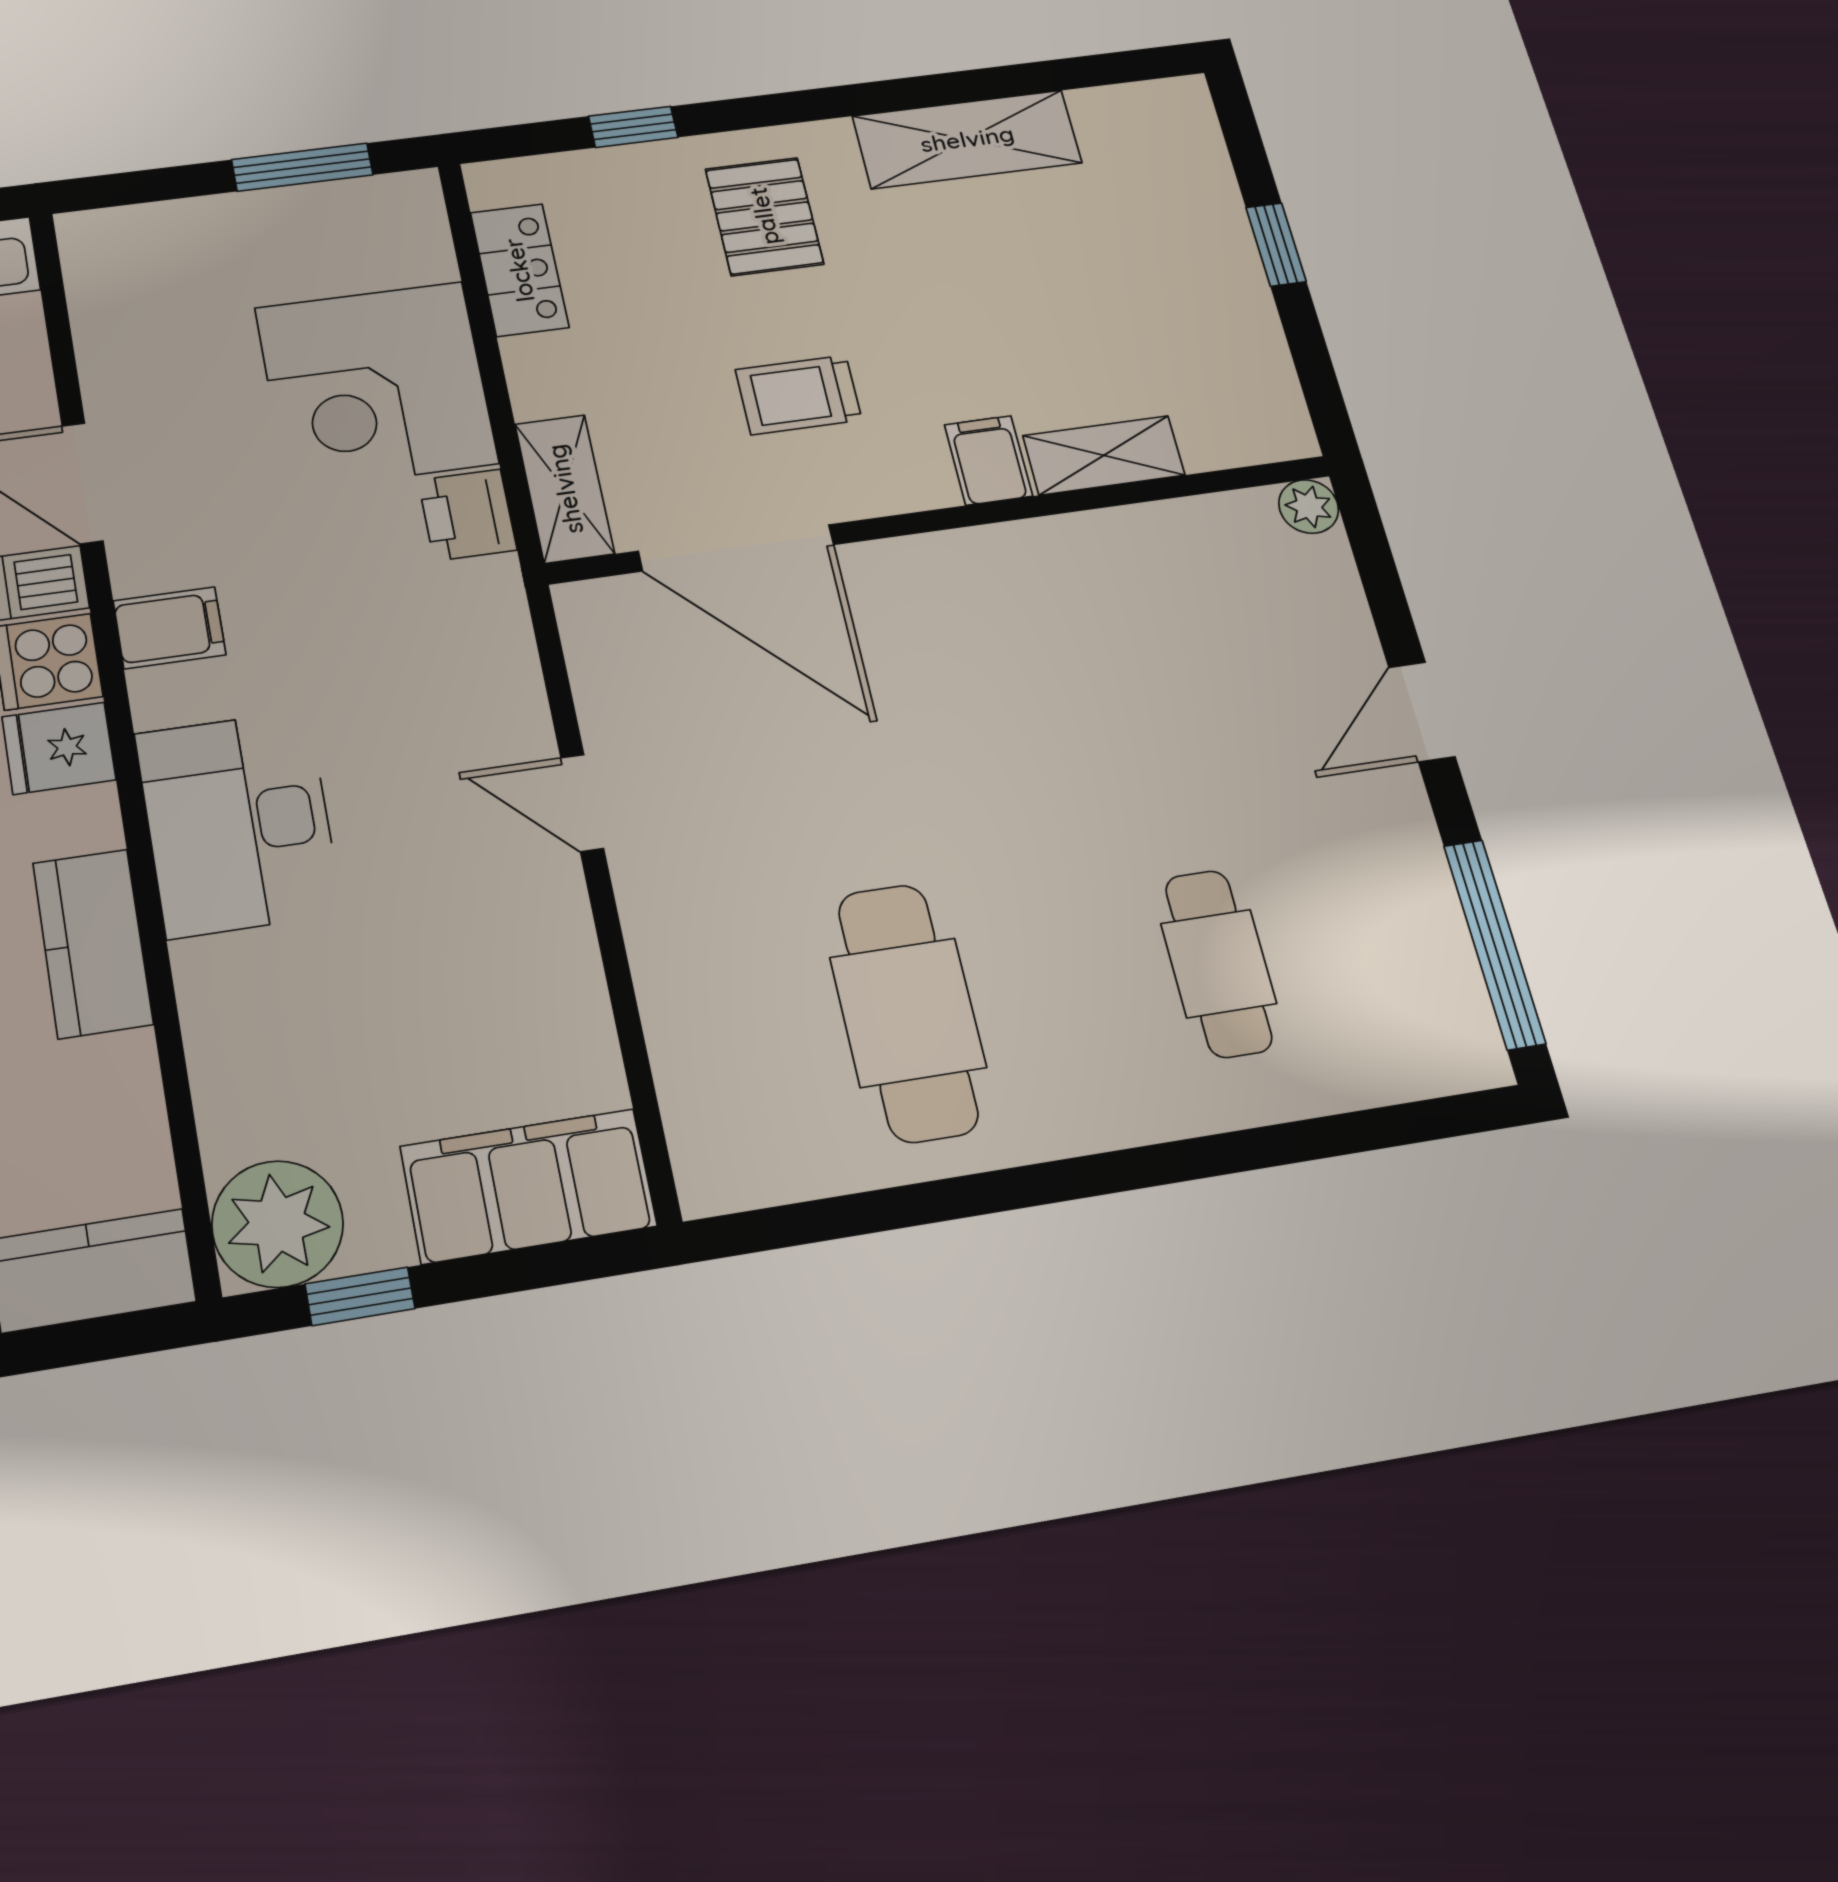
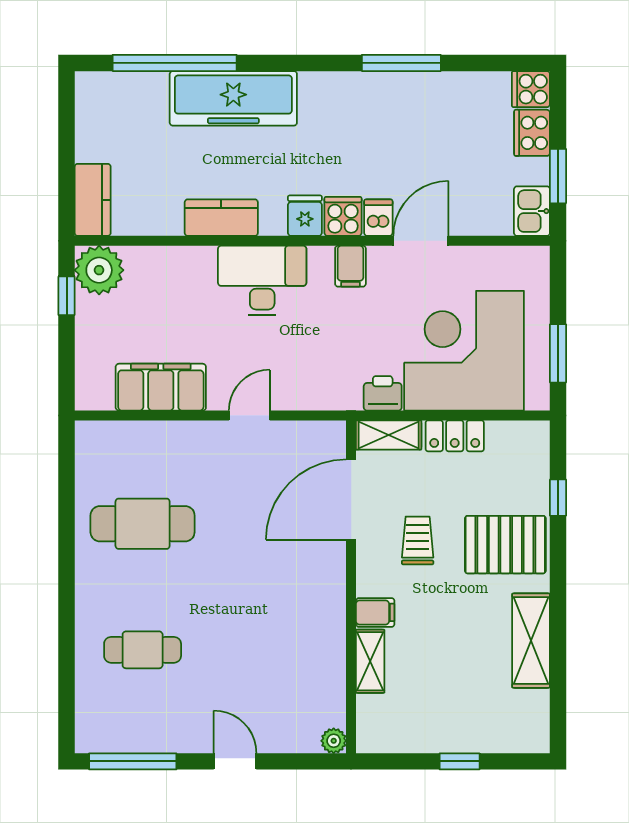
pallet: (764, 216) -> (505, 545), width x1.50, depth x1.42
locker: (519, 270) -> (455, 436), moved
corner desk: (376, 385) -> (464, 351), width x1.36, depth x1.36
filing cabinet: (528, 1186) -> (161, 387), moved, turned -90

